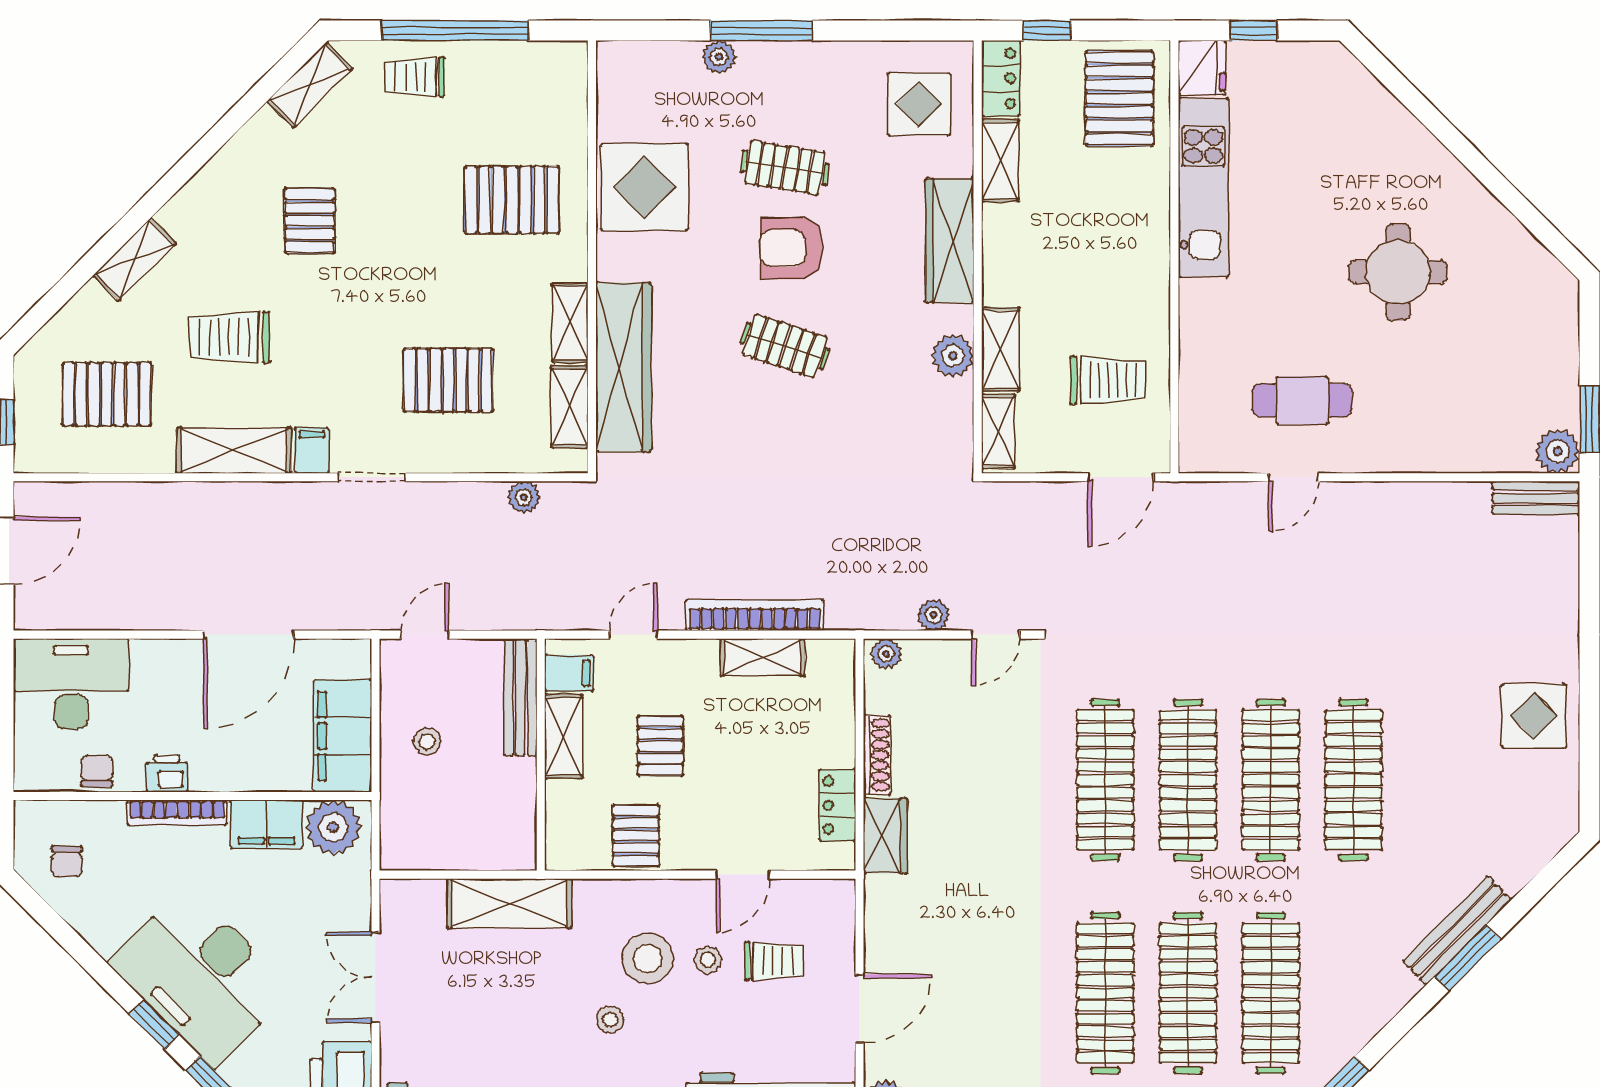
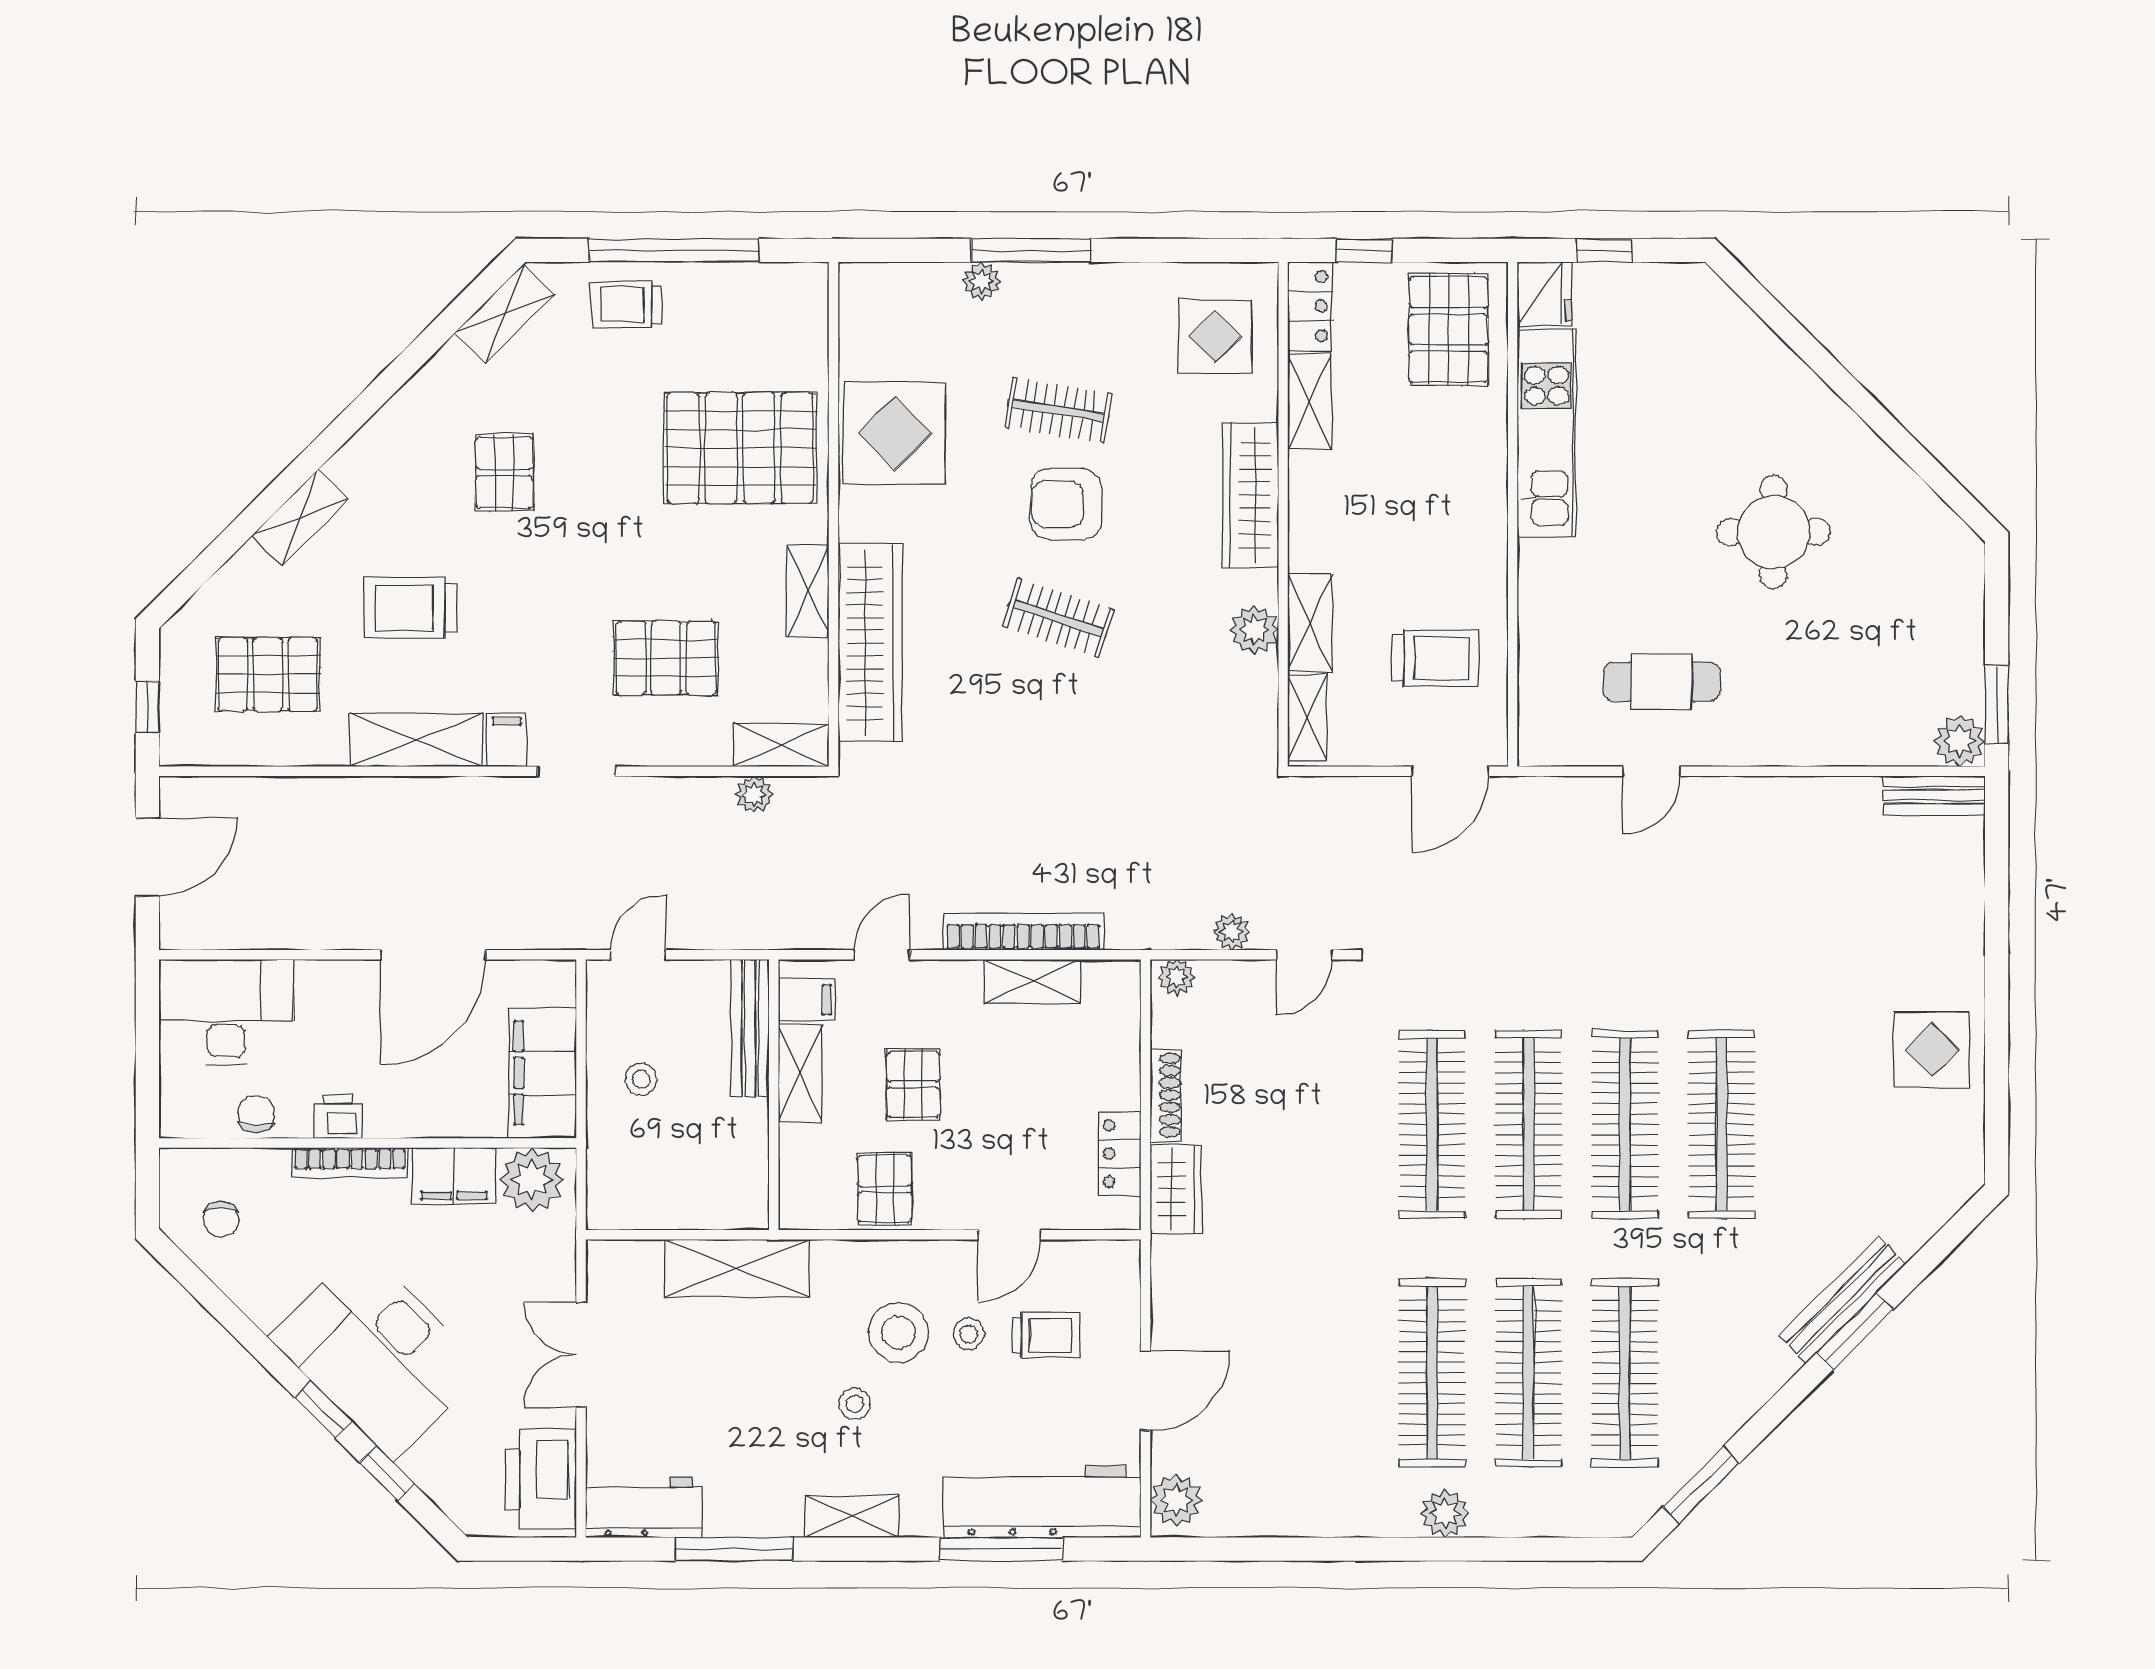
pallet: (512, 200) -> (740, 448), width x1.37, depth x1.41
shelving: (570, 407) -> (781, 745), moved, turned 90

